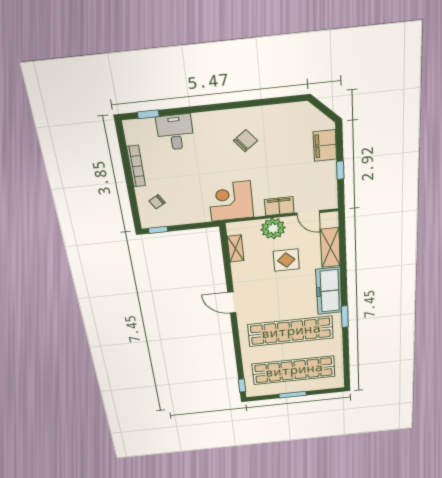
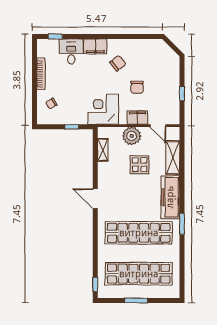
filing cabinet: (325, 146) -> (95, 46), moved, turned -90
chair: (276, 169) -> (137, 87), added
window: (158, 230) -> (72, 127), moved

